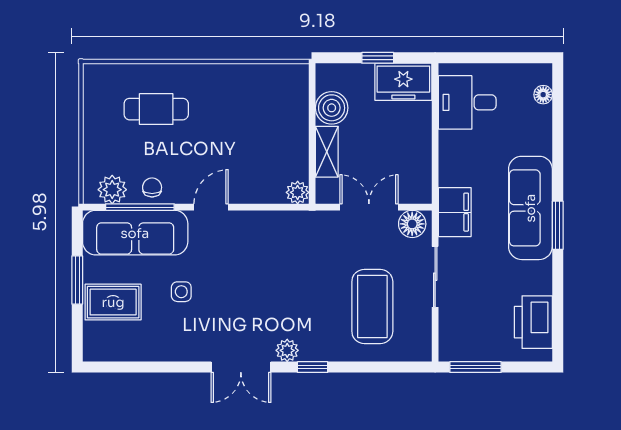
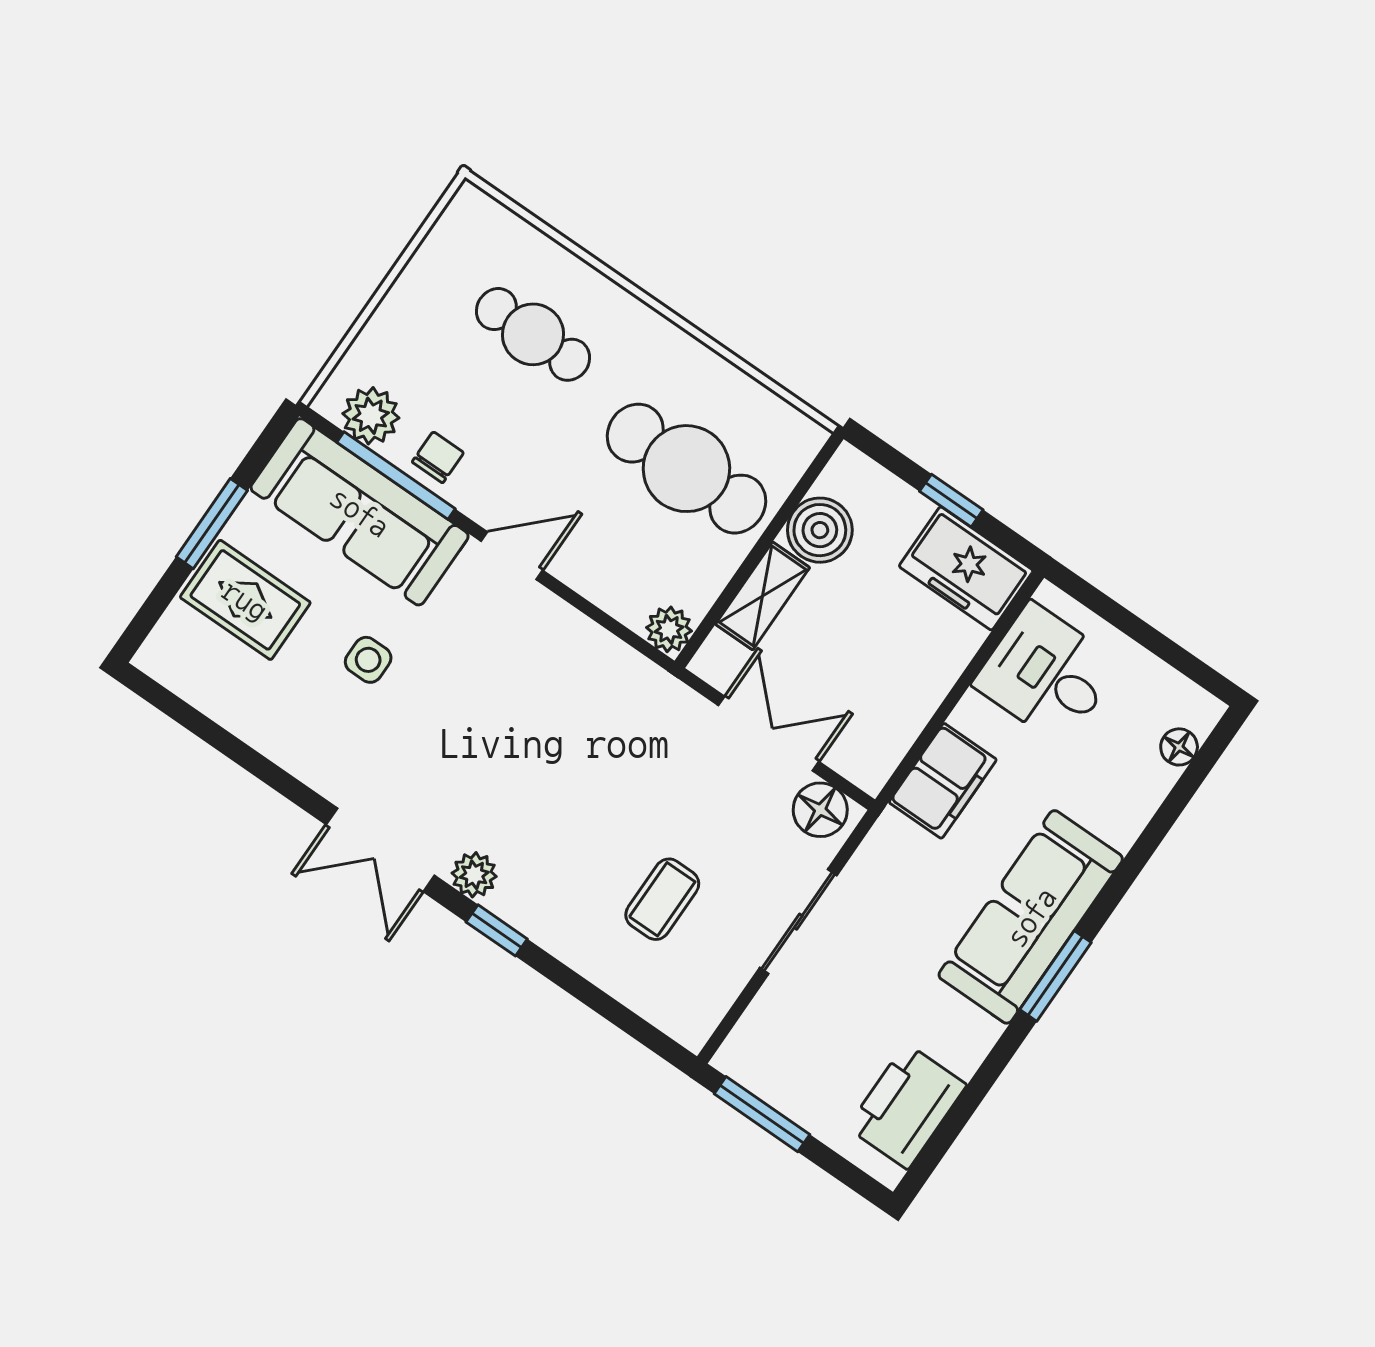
cafe table: (259, 121) -> (686, 469), added
filing cabinet: (455, 212) -> (943, 781), moved
coffee table: (372, 306) -> (662, 899), width x0.54, depth x0.58

